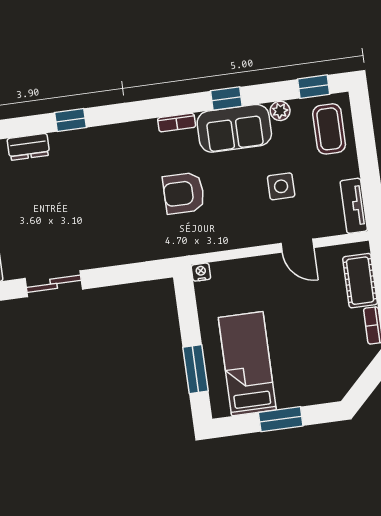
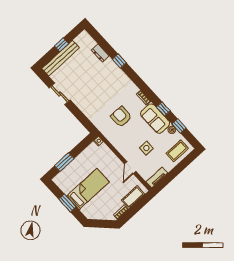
window: (314, 87) -> (179, 126), moved
bed: (247, 364) -> (88, 189), moved

